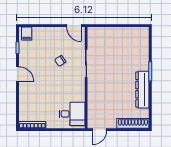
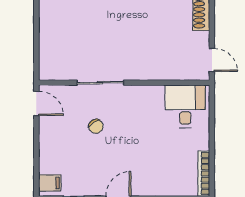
door: (74, 26) -> (36, 103), hinge flipped

